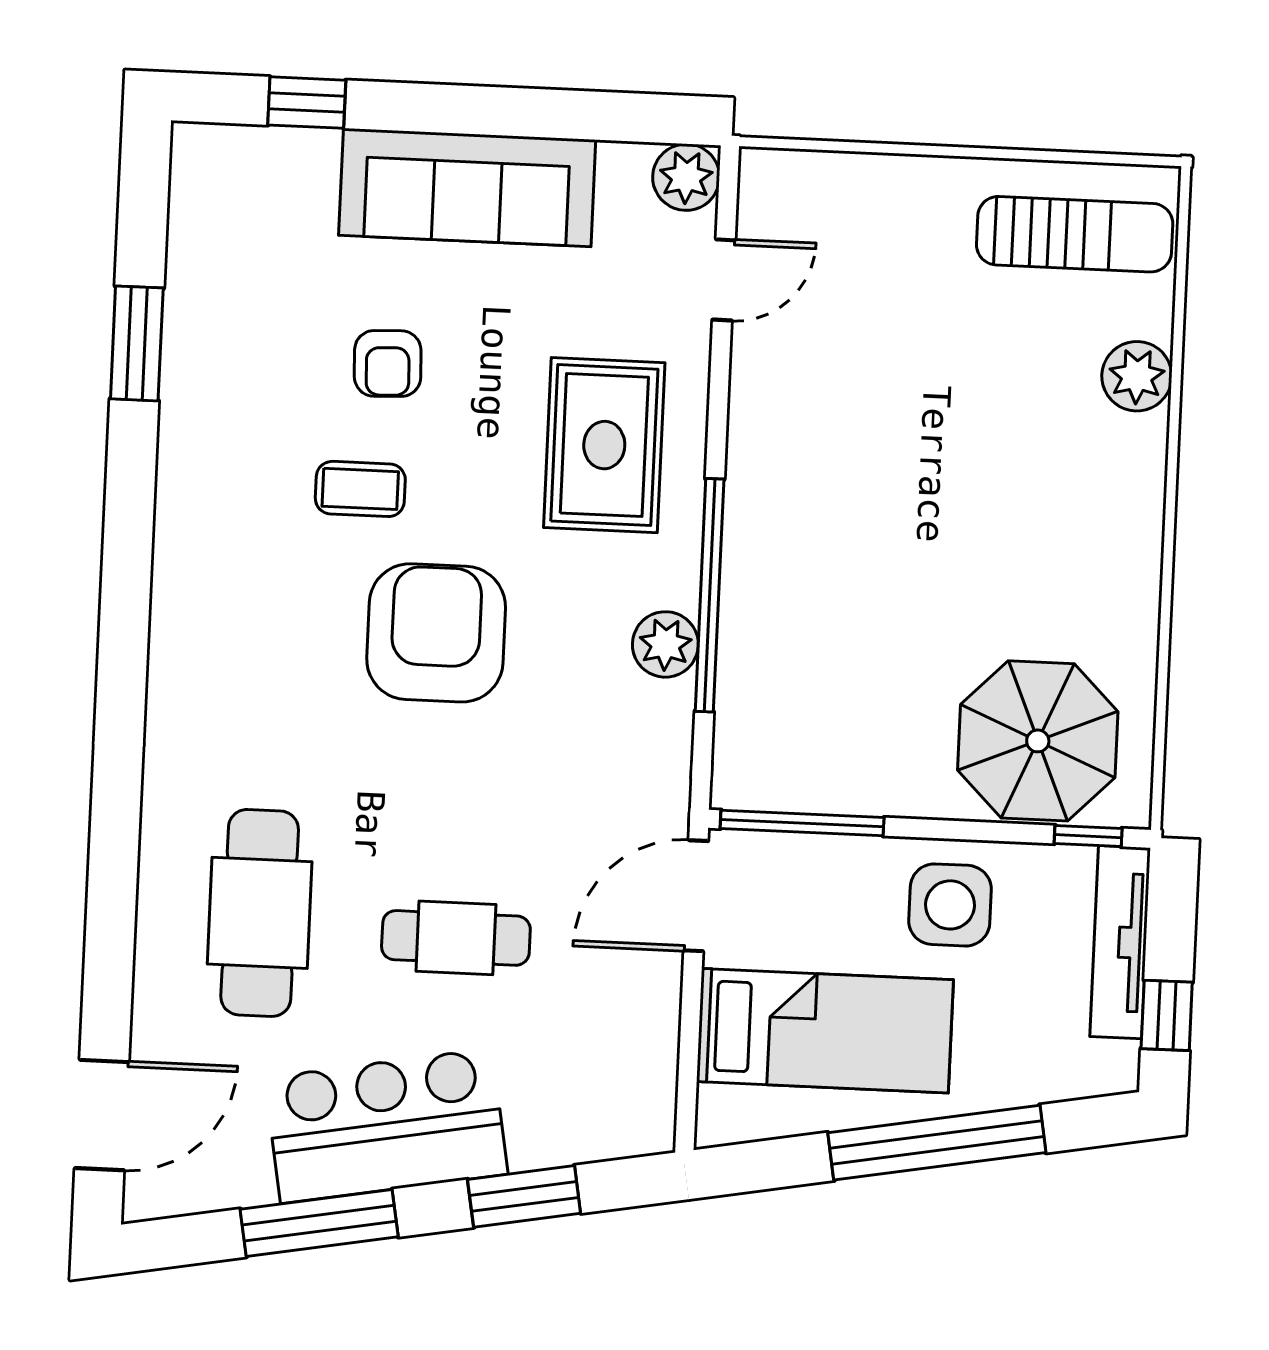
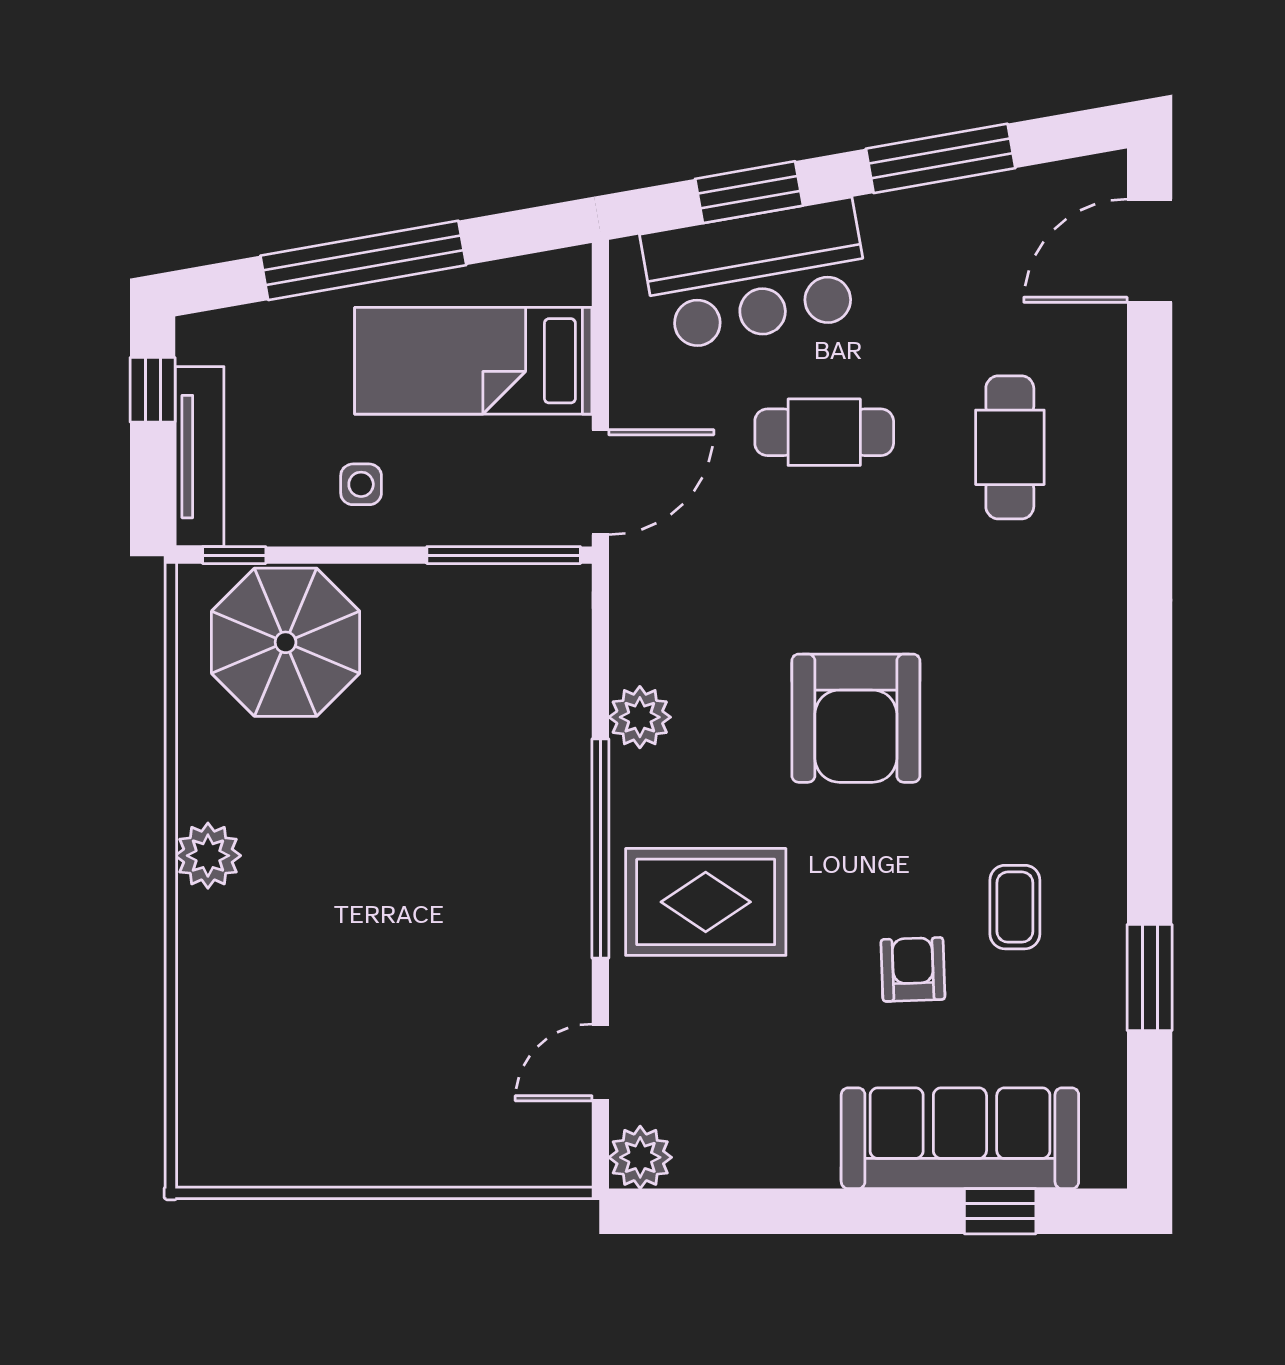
sofa: (467, 188) -> (960, 1138), moved
sun lounger: (1075, 234) -> (273, 1120), removed
plant: (1137, 376) -> (208, 856), moved
rug: (604, 445) -> (706, 902), turned 90
coffee table: (360, 489) -> (1015, 907), moved, turned 90
window: (710, 595) -> (600, 848), moved
side table: (950, 905) -> (361, 484), width x0.54, depth x0.54
cafe table: (260, 913) -> (1010, 447), width x0.73, depth x0.74
bar counter: (386, 1126) -> (756, 275), moved

